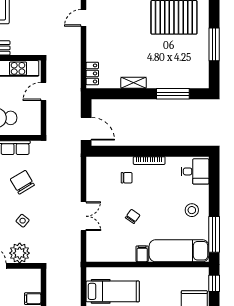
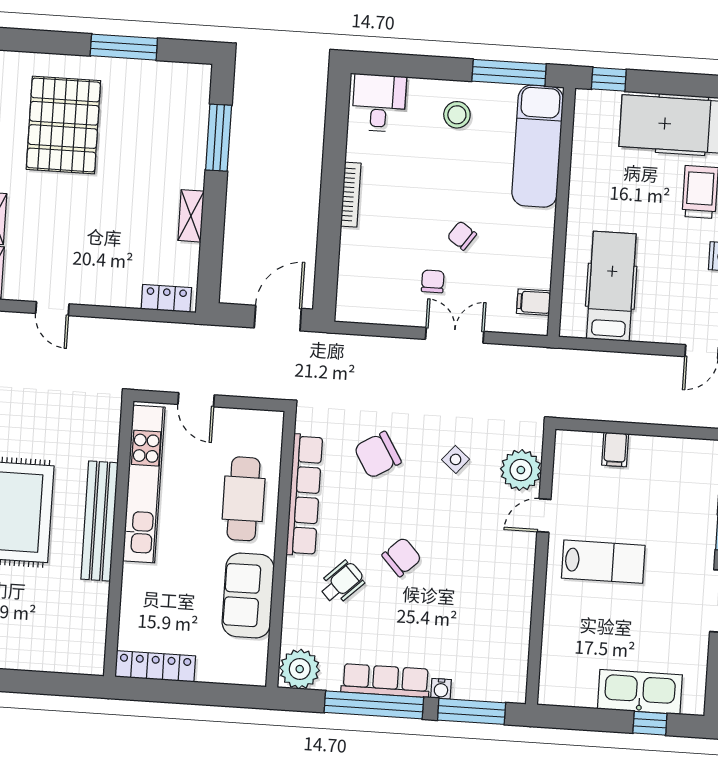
chair: (127, 178) -> (433, 281), moved
filing cabinet: (142, 254) -> (534, 302), moved

